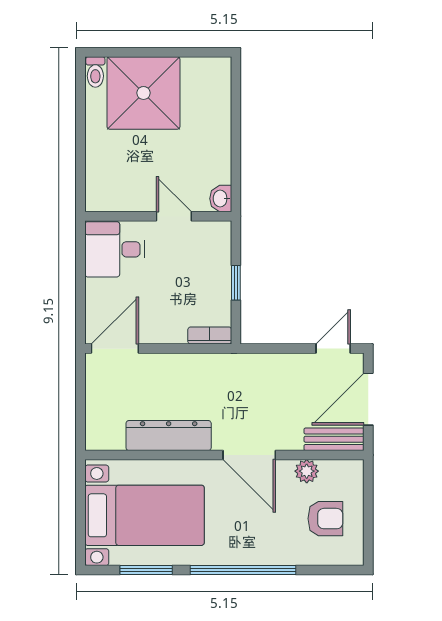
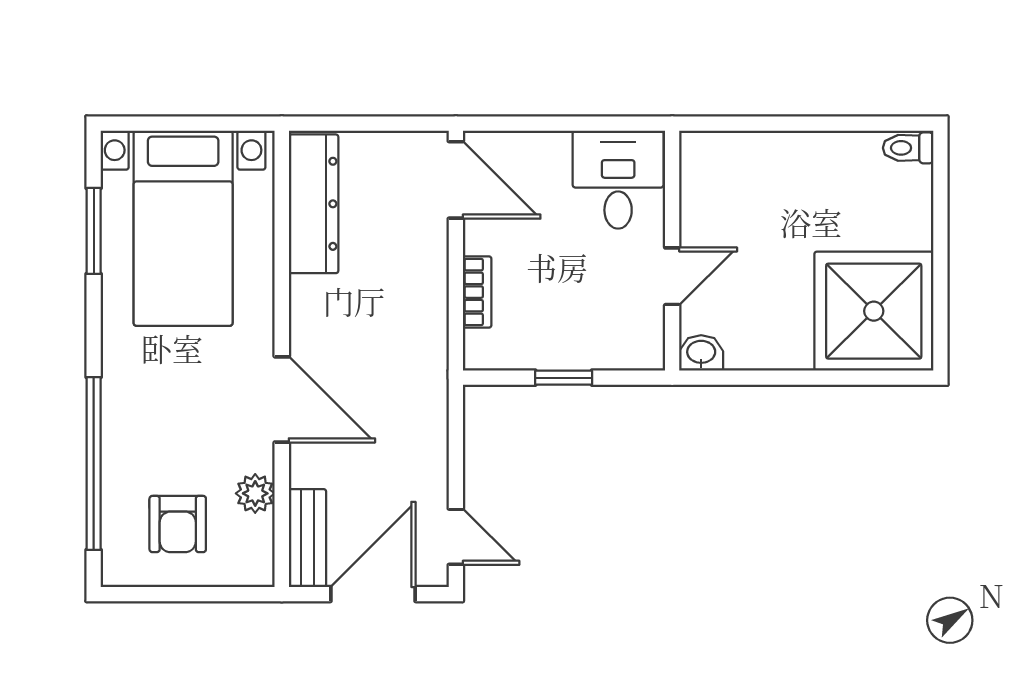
shower: (143, 93) -> (874, 311), moved
bookcase: (210, 336) -> (477, 292), moved
door: (368, 399) -> (373, 594), hinge flipped
dresser: (169, 436) -> (314, 204), moved
door: (249, 455) -> (282, 399), swing flipped
window: (243, 570) -> (94, 464), moved

